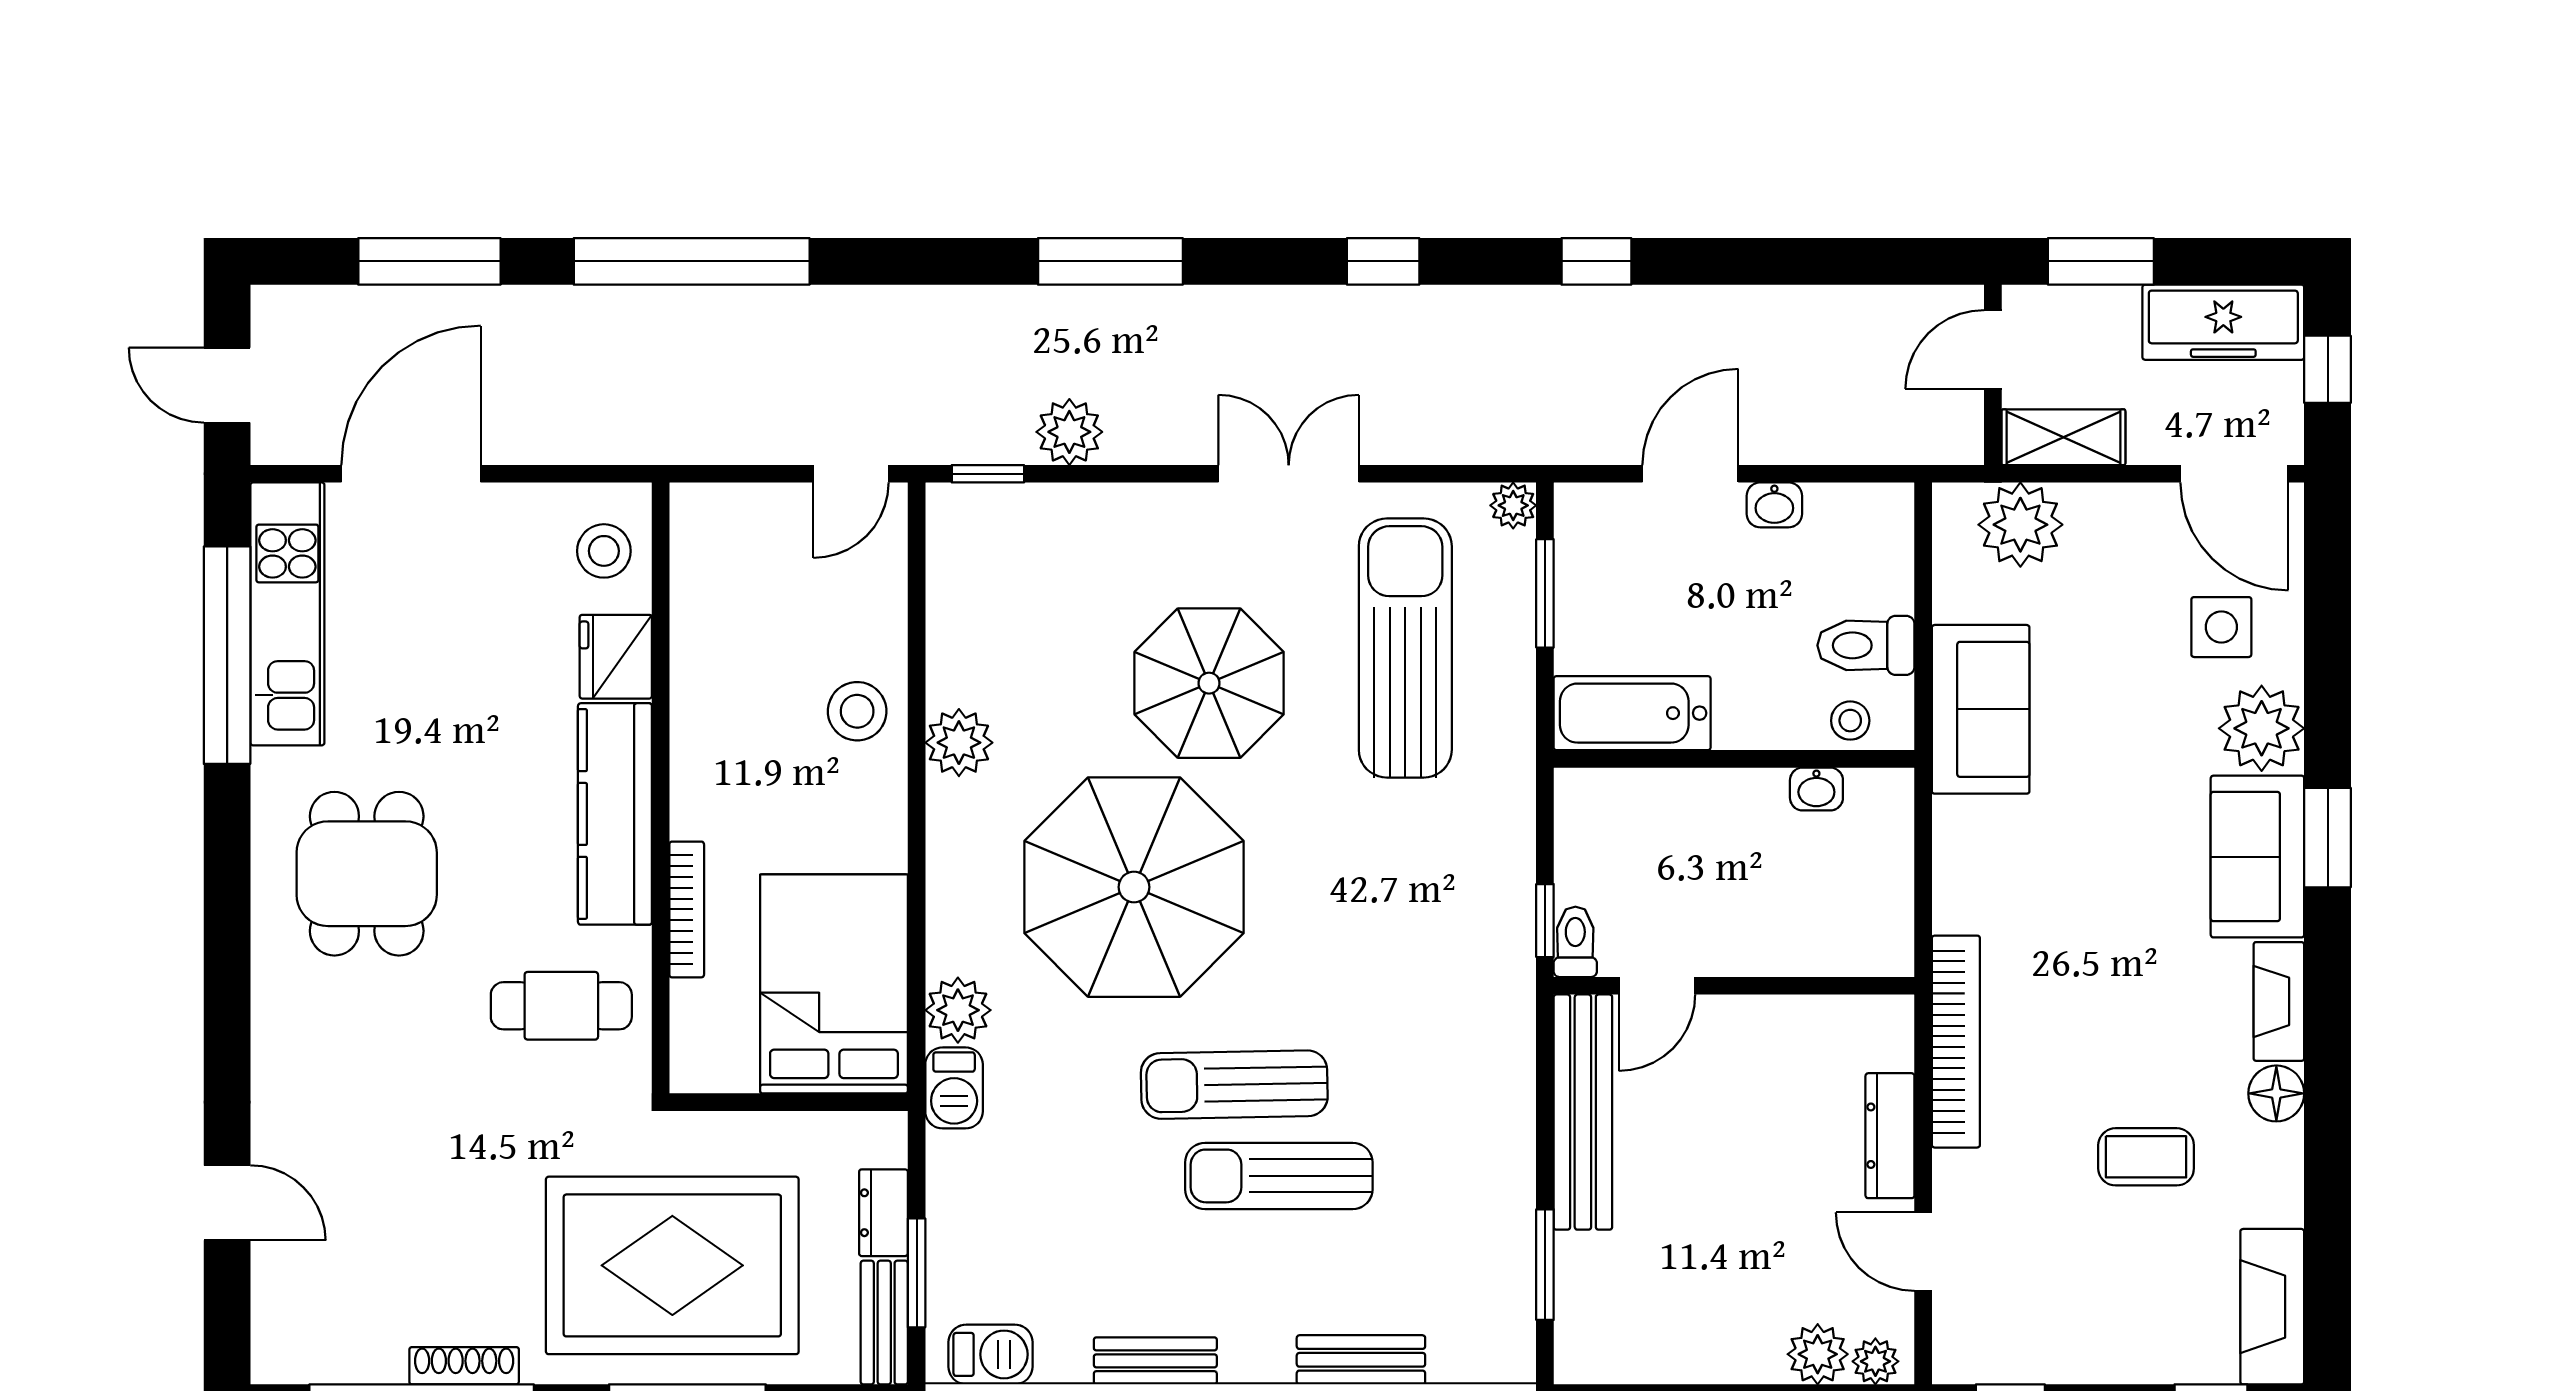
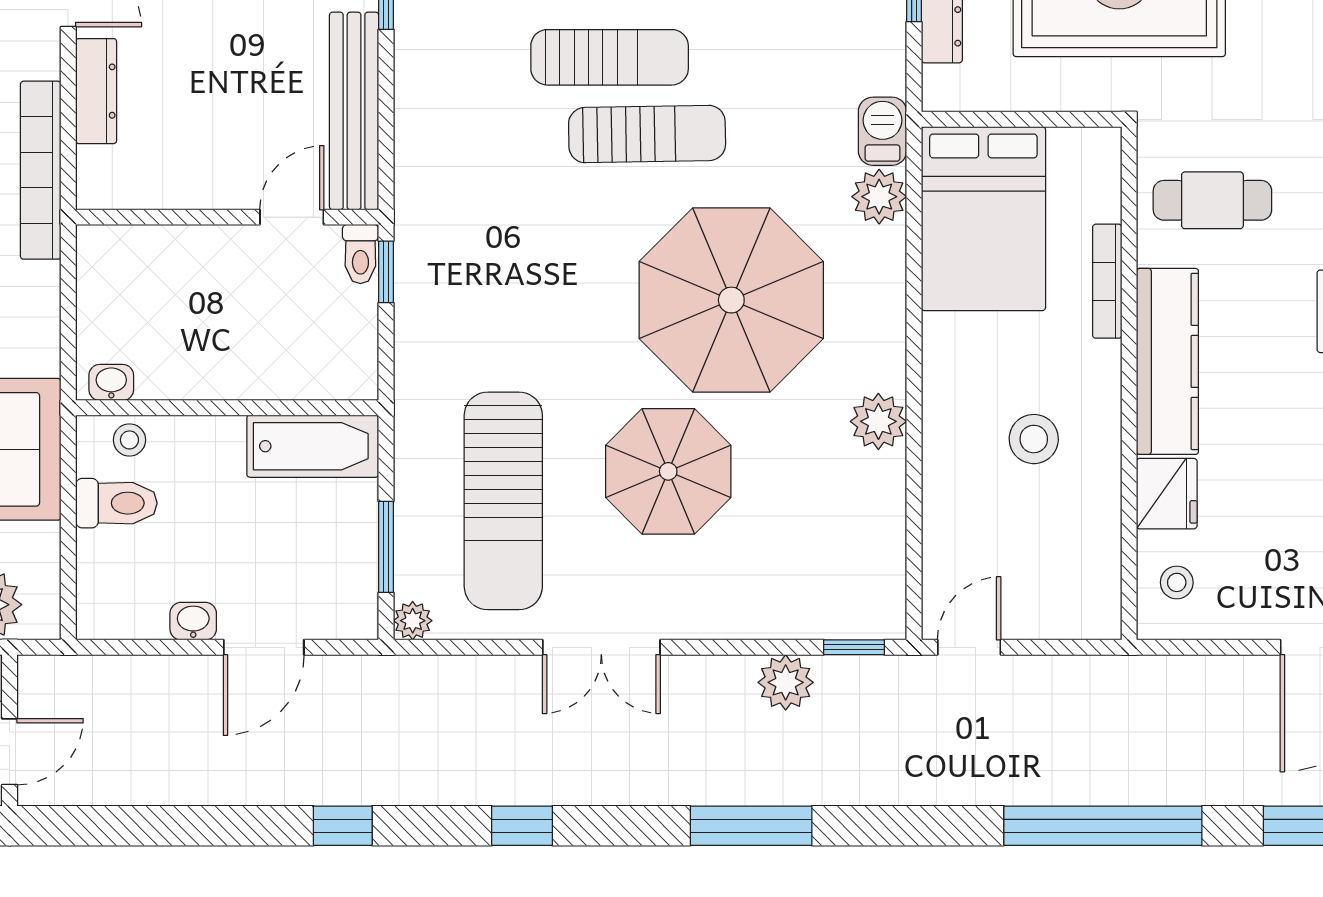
stool: (604, 551) -> (1177, 582), width x0.73, depth x0.73
stool: (857, 711) -> (1034, 439), moved
washbasin: (1816, 789) -> (111, 382), moved

